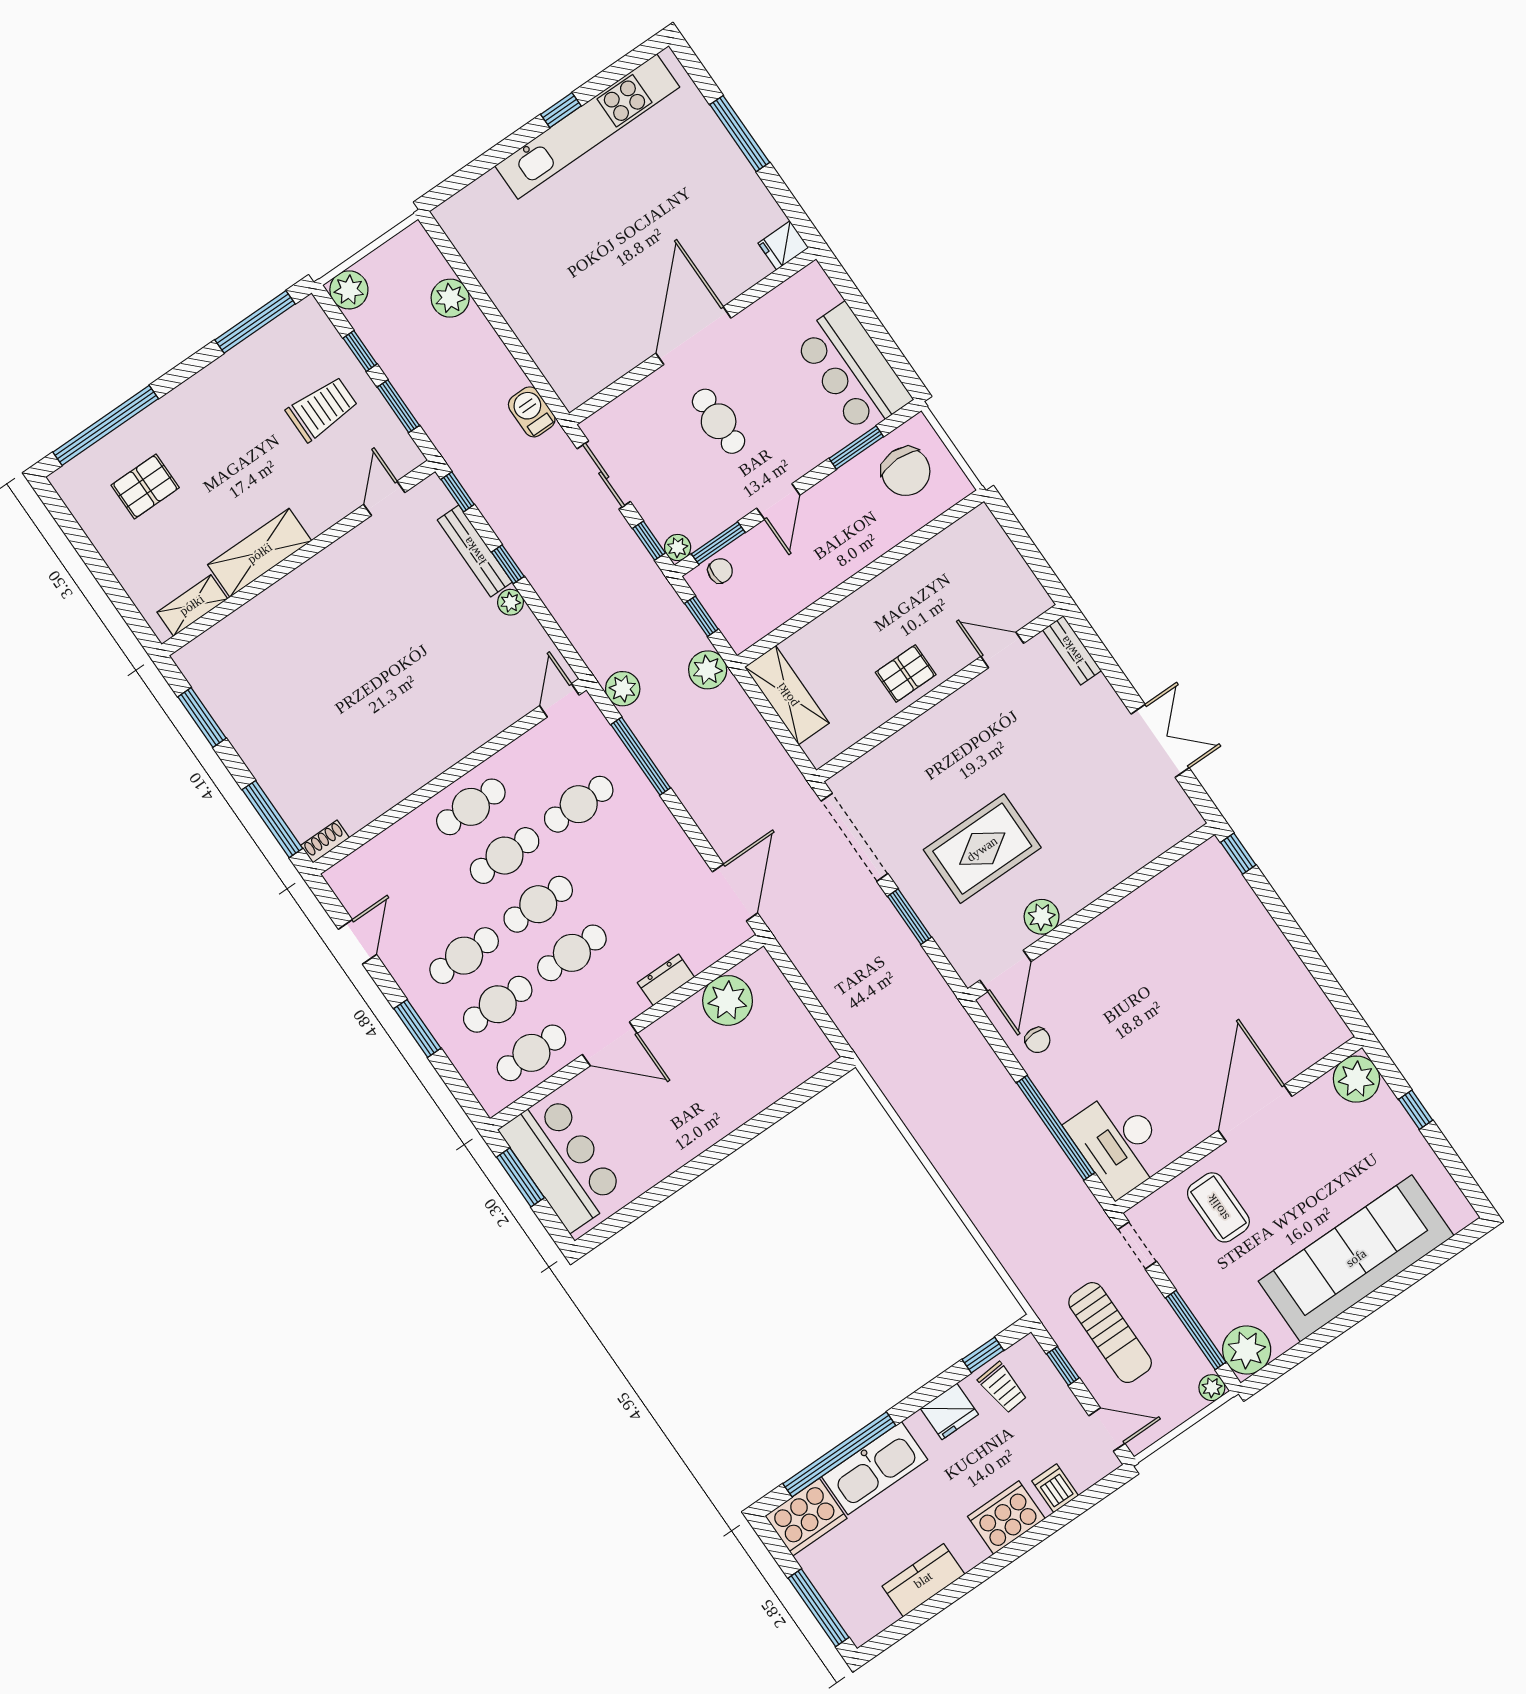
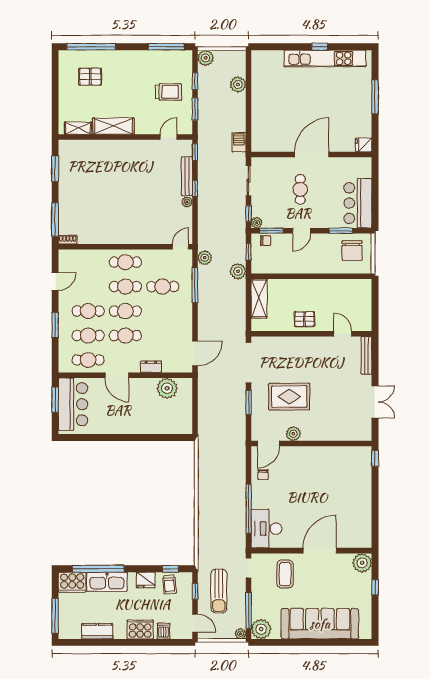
bench: (1072, 650) -> (366, 355), width x1.36

